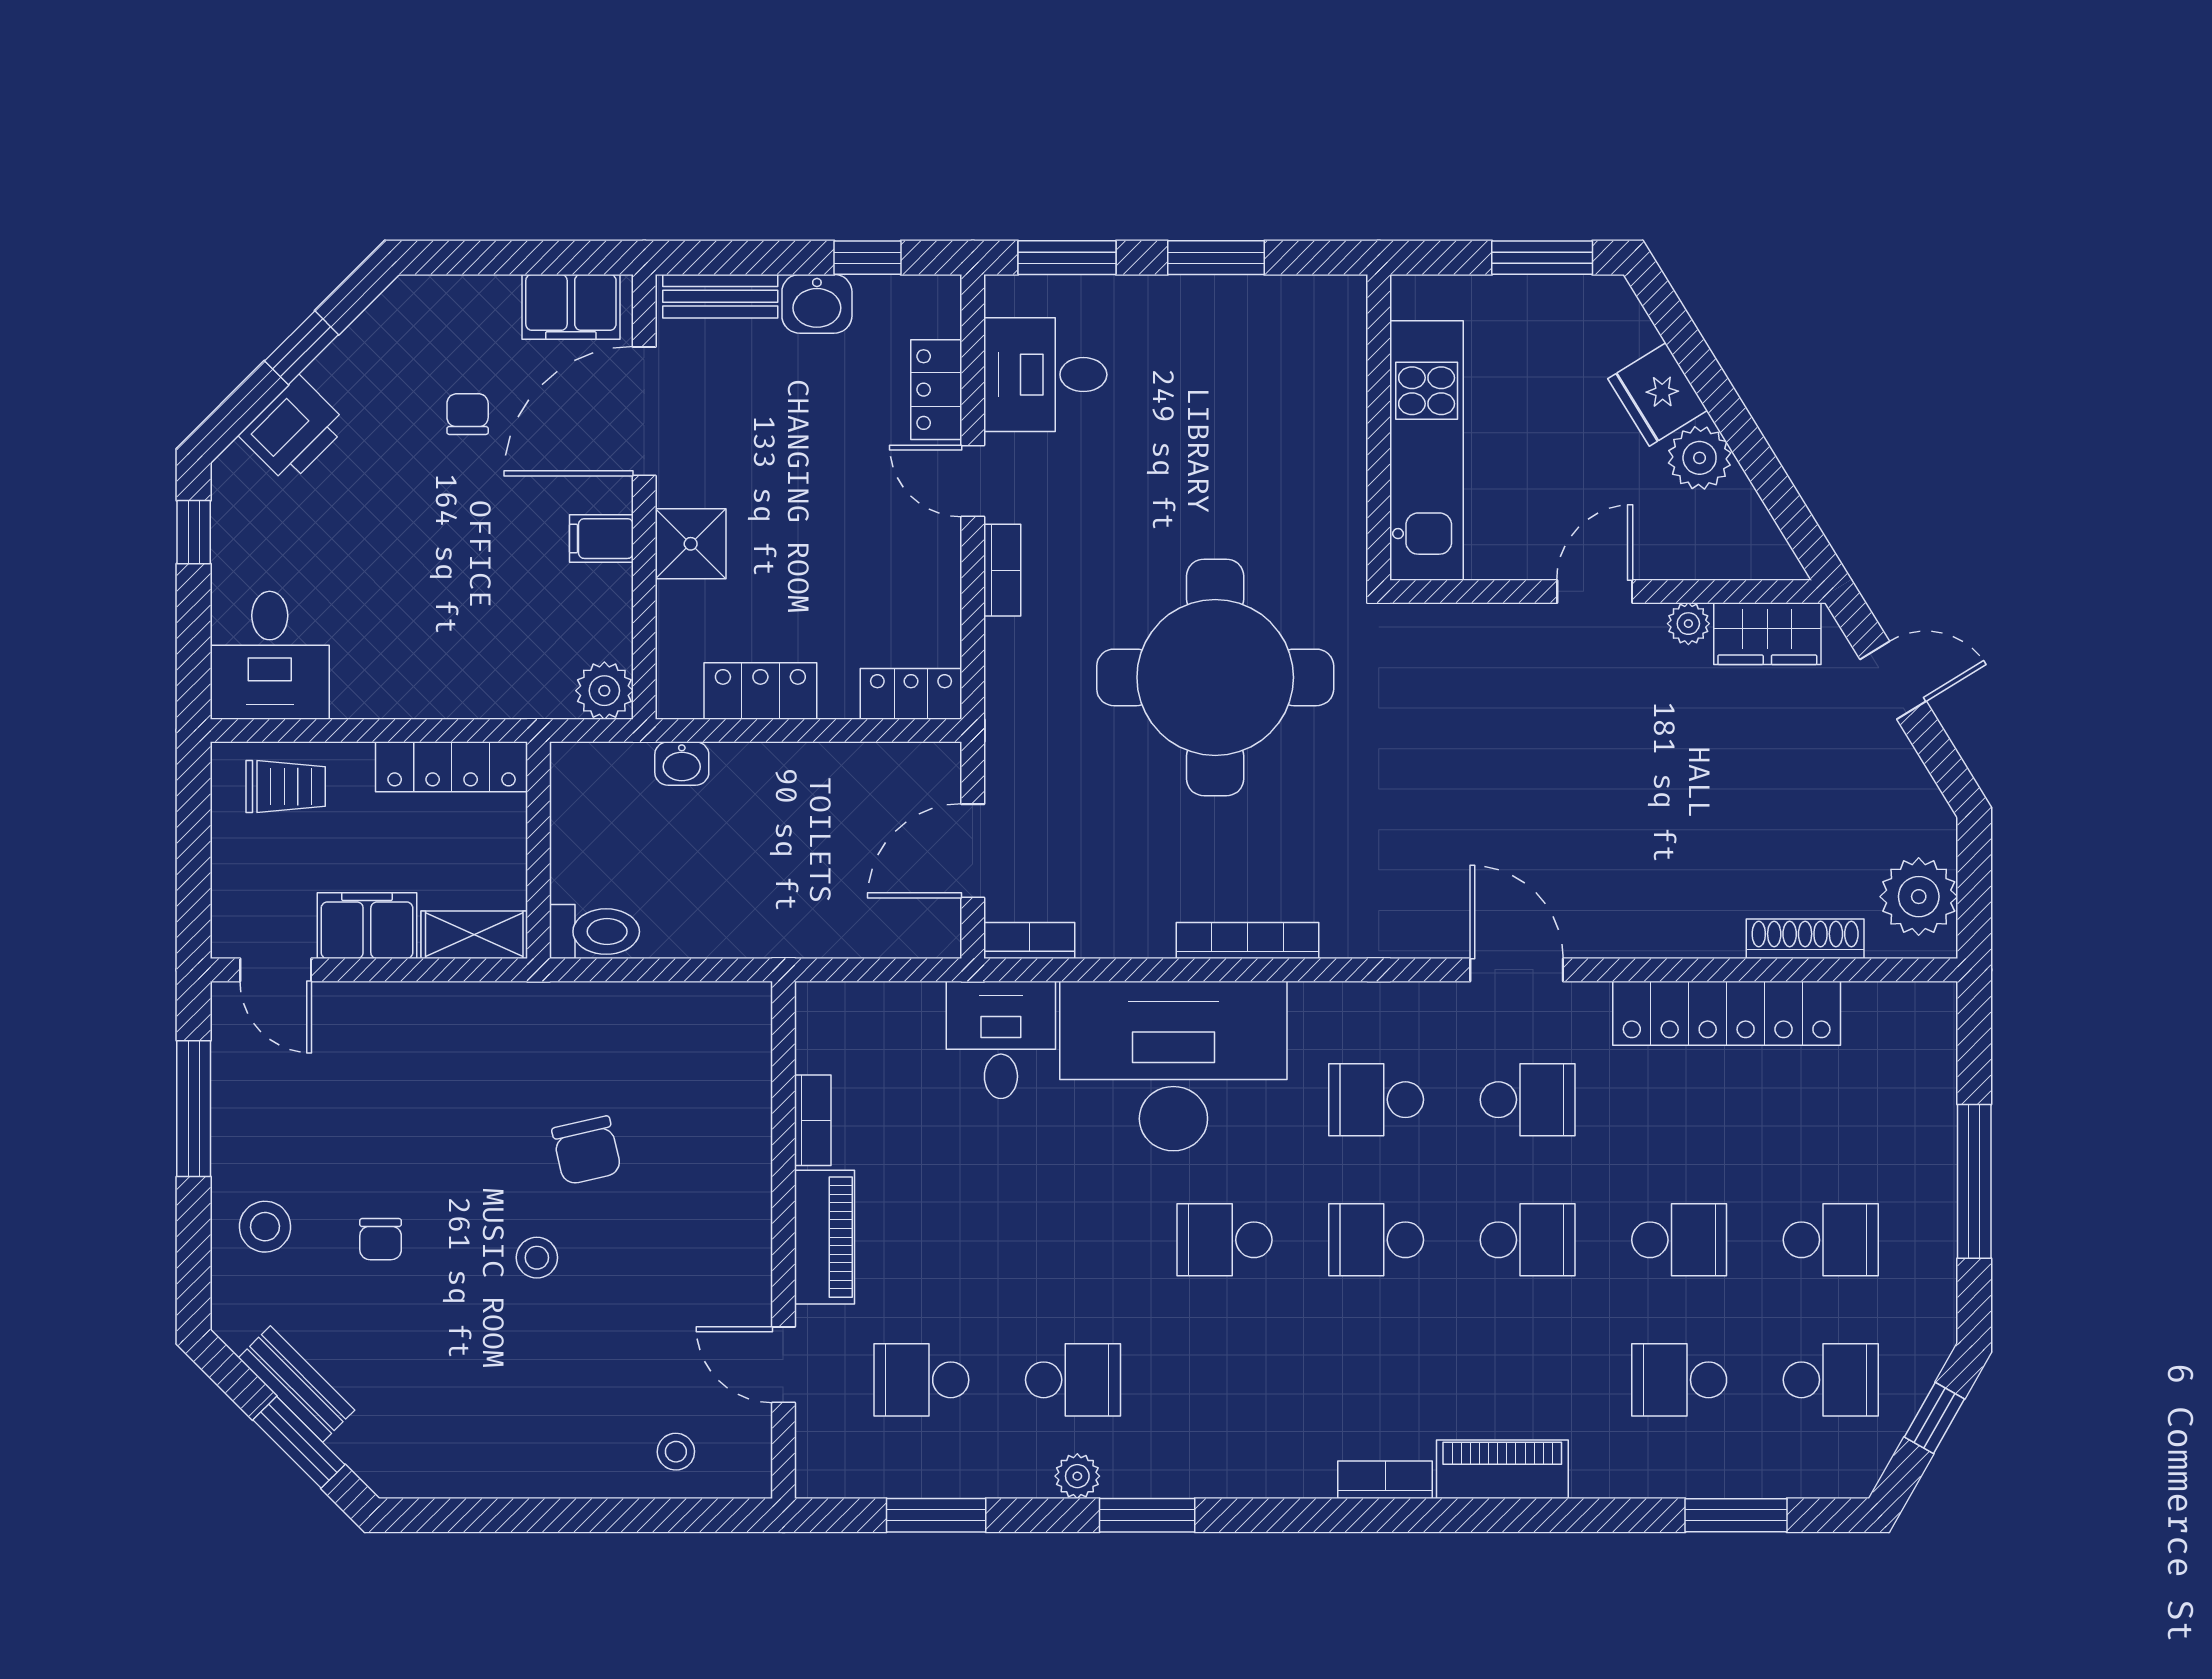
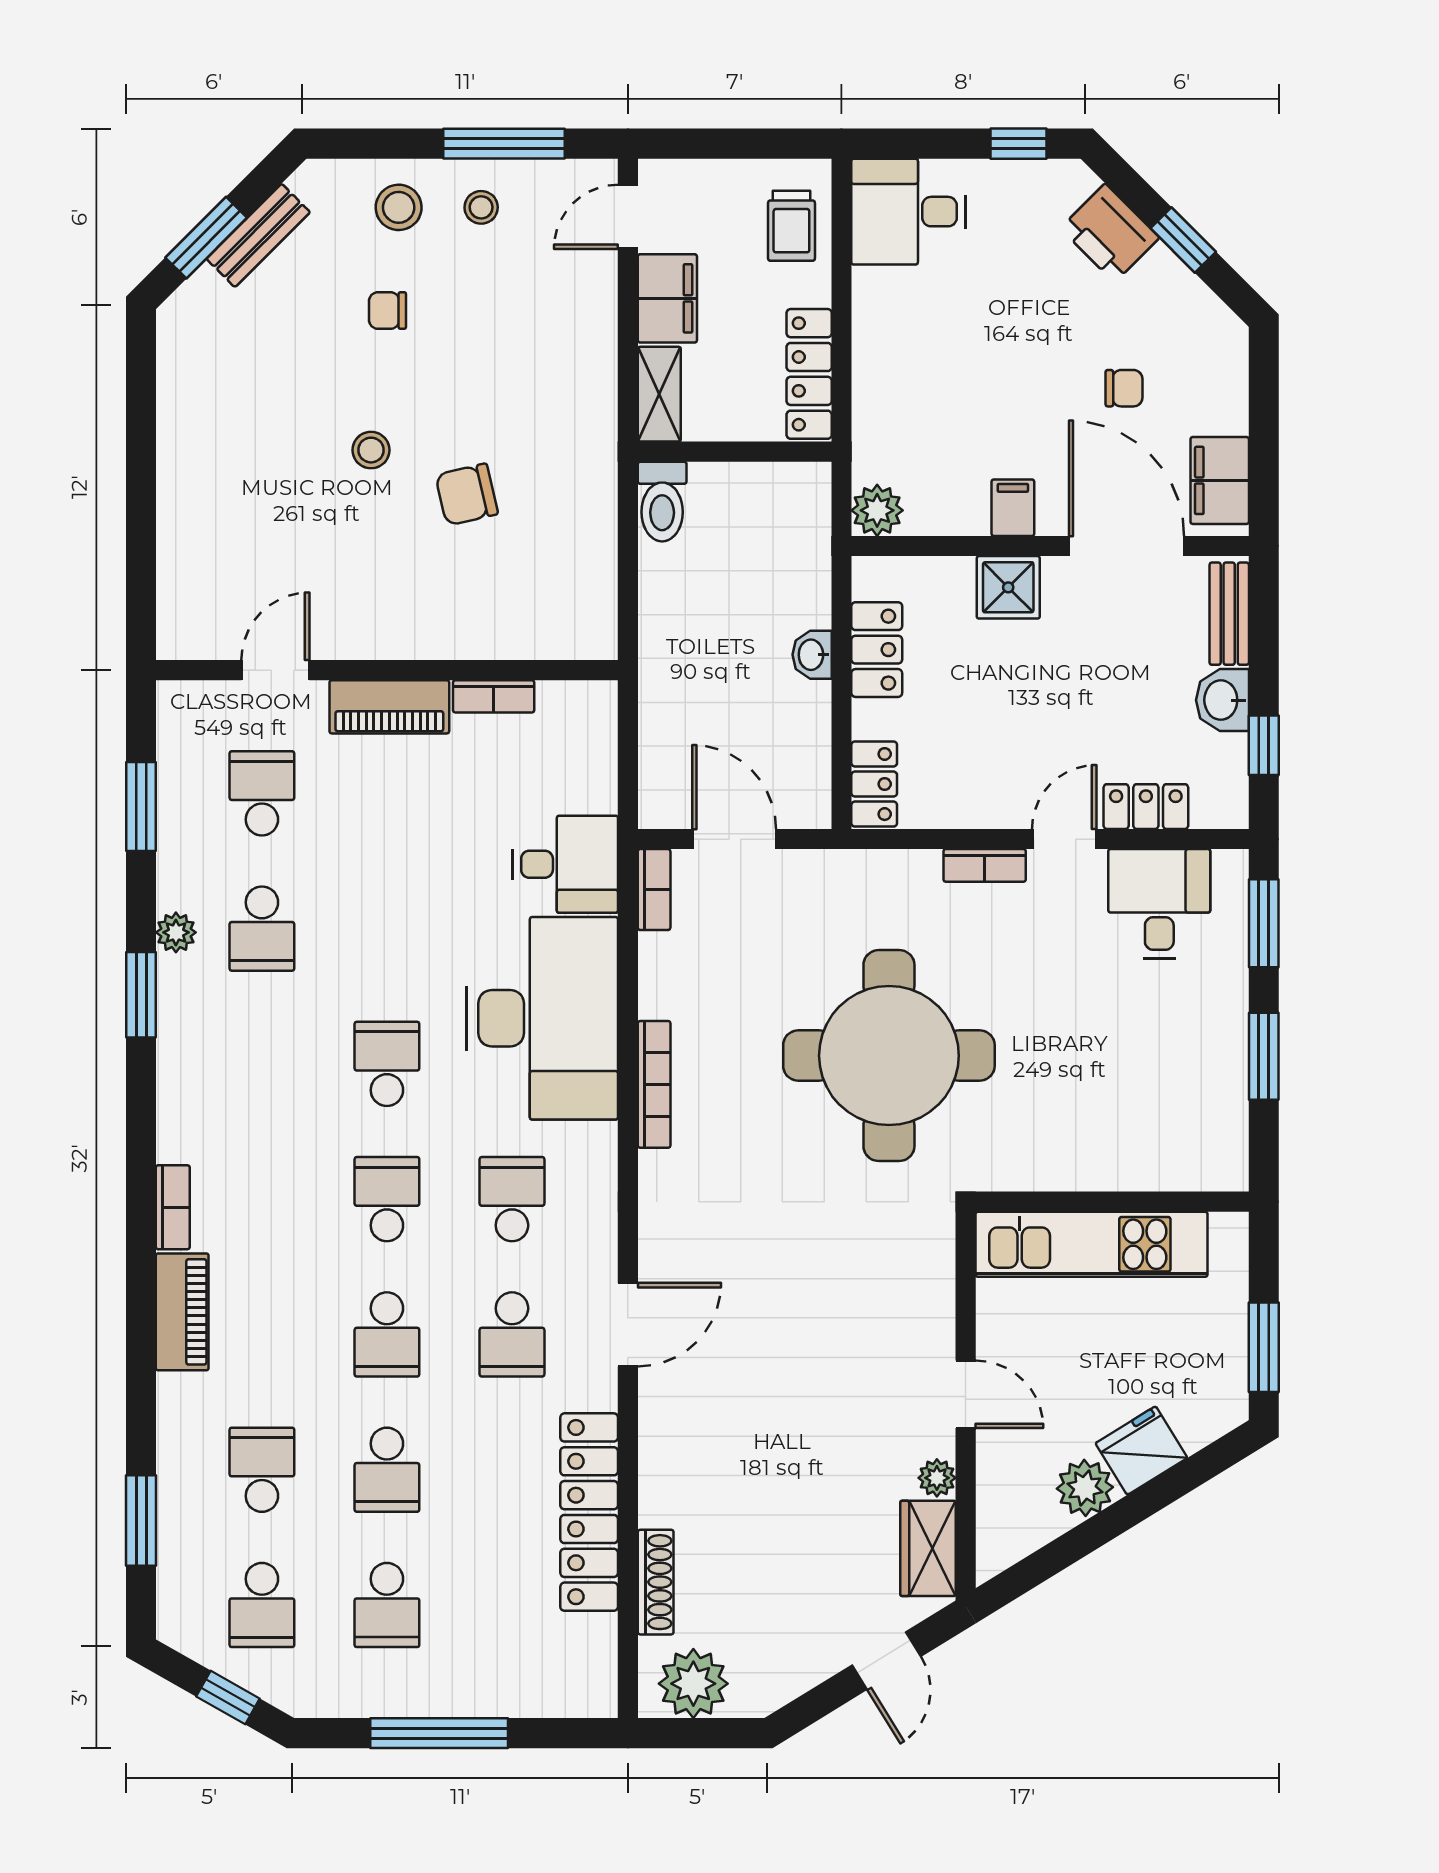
washbasin: (682, 763) -> (812, 655), moved
stool: (676, 1452) -> (481, 207), moved

